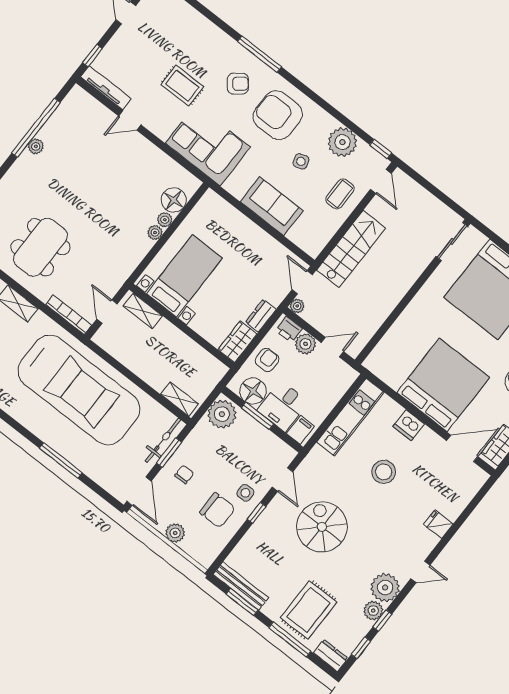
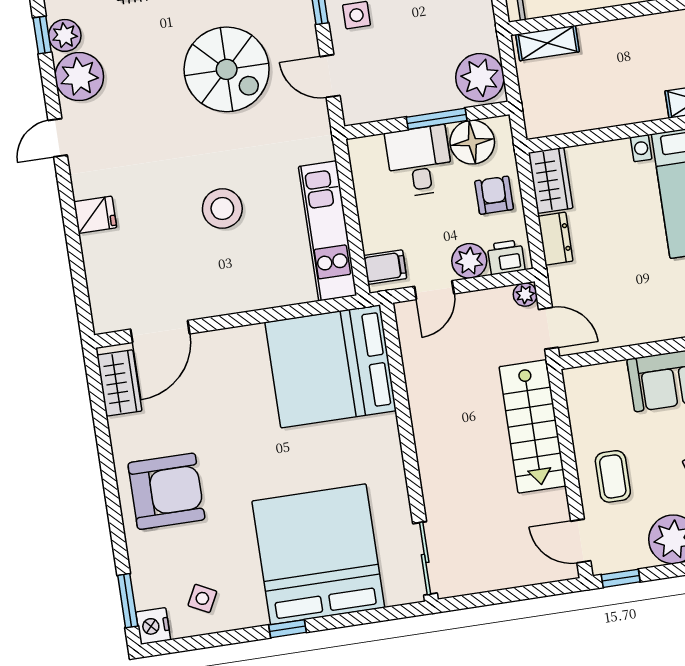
armchair: (267, 360) -> (494, 195), turned 180
bed: (443, 385) -> (331, 366), moved, turned 90
dishwasher: (409, 425) -> (251, 293), removed
filing cabinet: (300, 430) -> (385, 267), moved, turned -90

